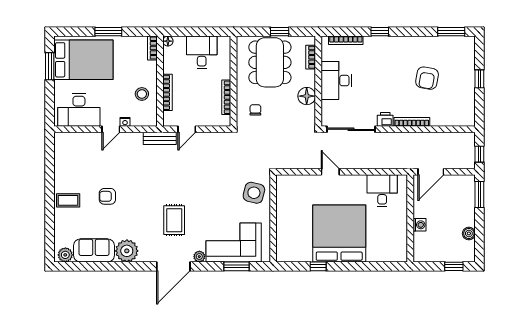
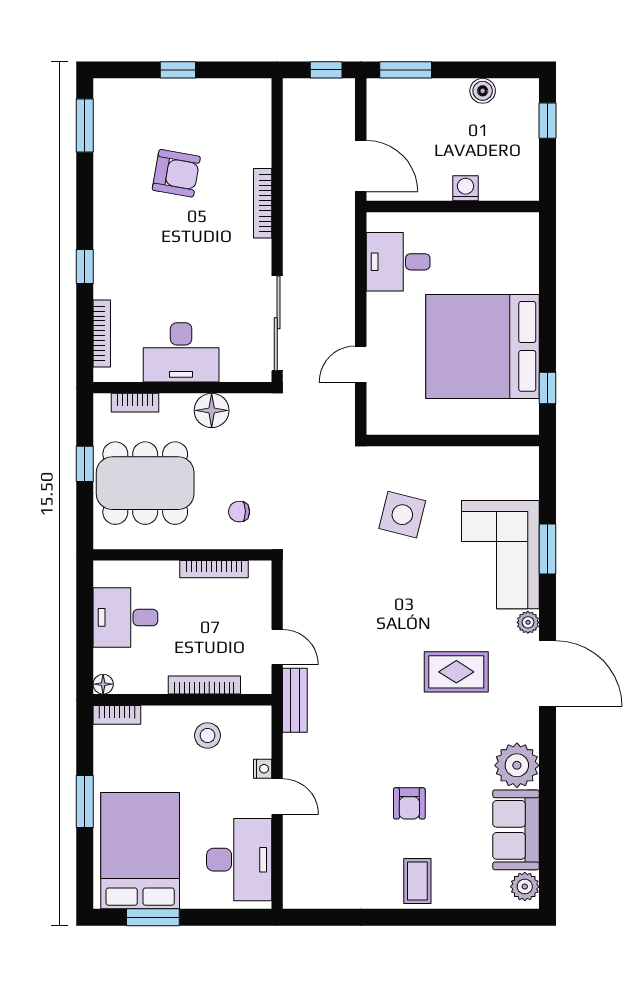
printer: (385, 119) -> (258, 256), removed
wall: (273, 218) -> (453, 441), moved

